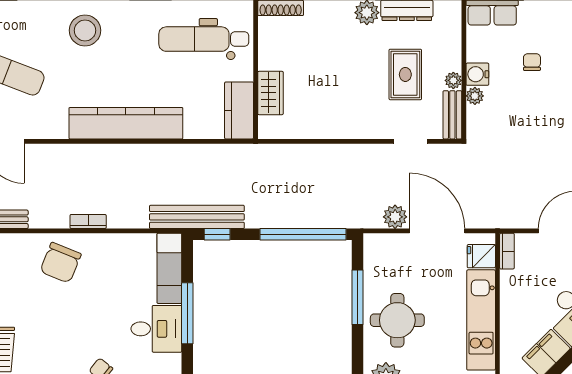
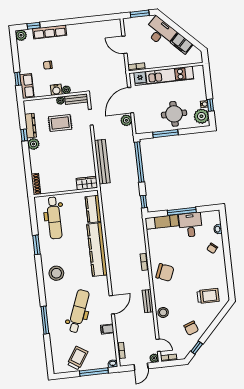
wardrobe: (270, 93) -> (87, 183), moved
kitchen counter: (239, 110) -> (93, 209), moved, turned 90
bench: (197, 217) -> (102, 162), moved

